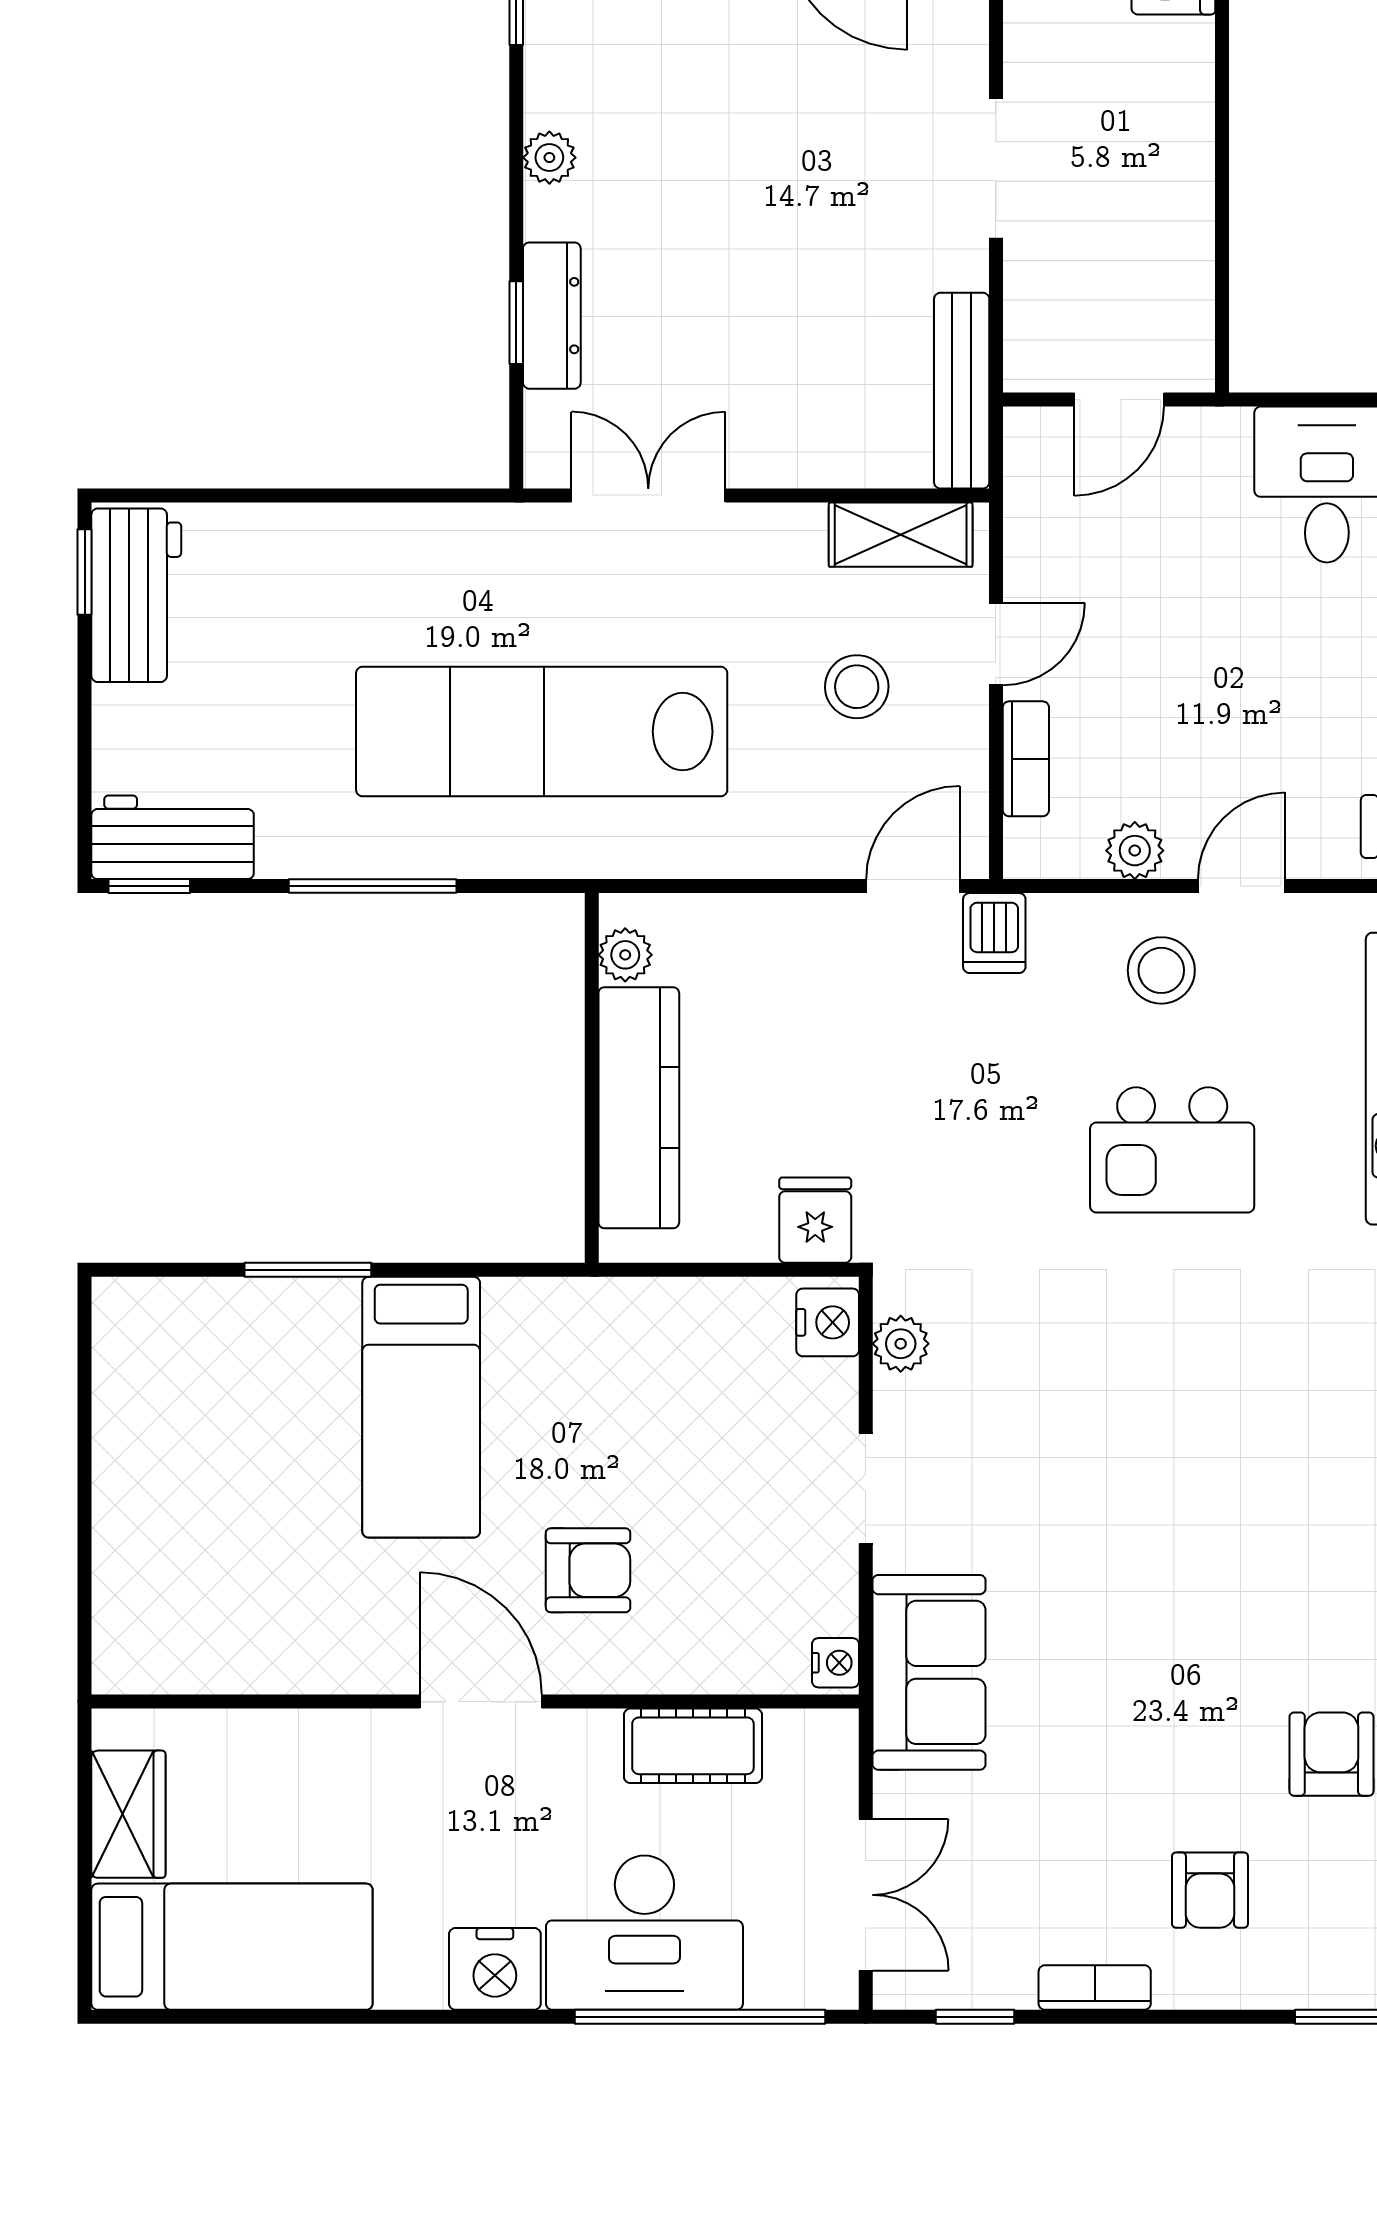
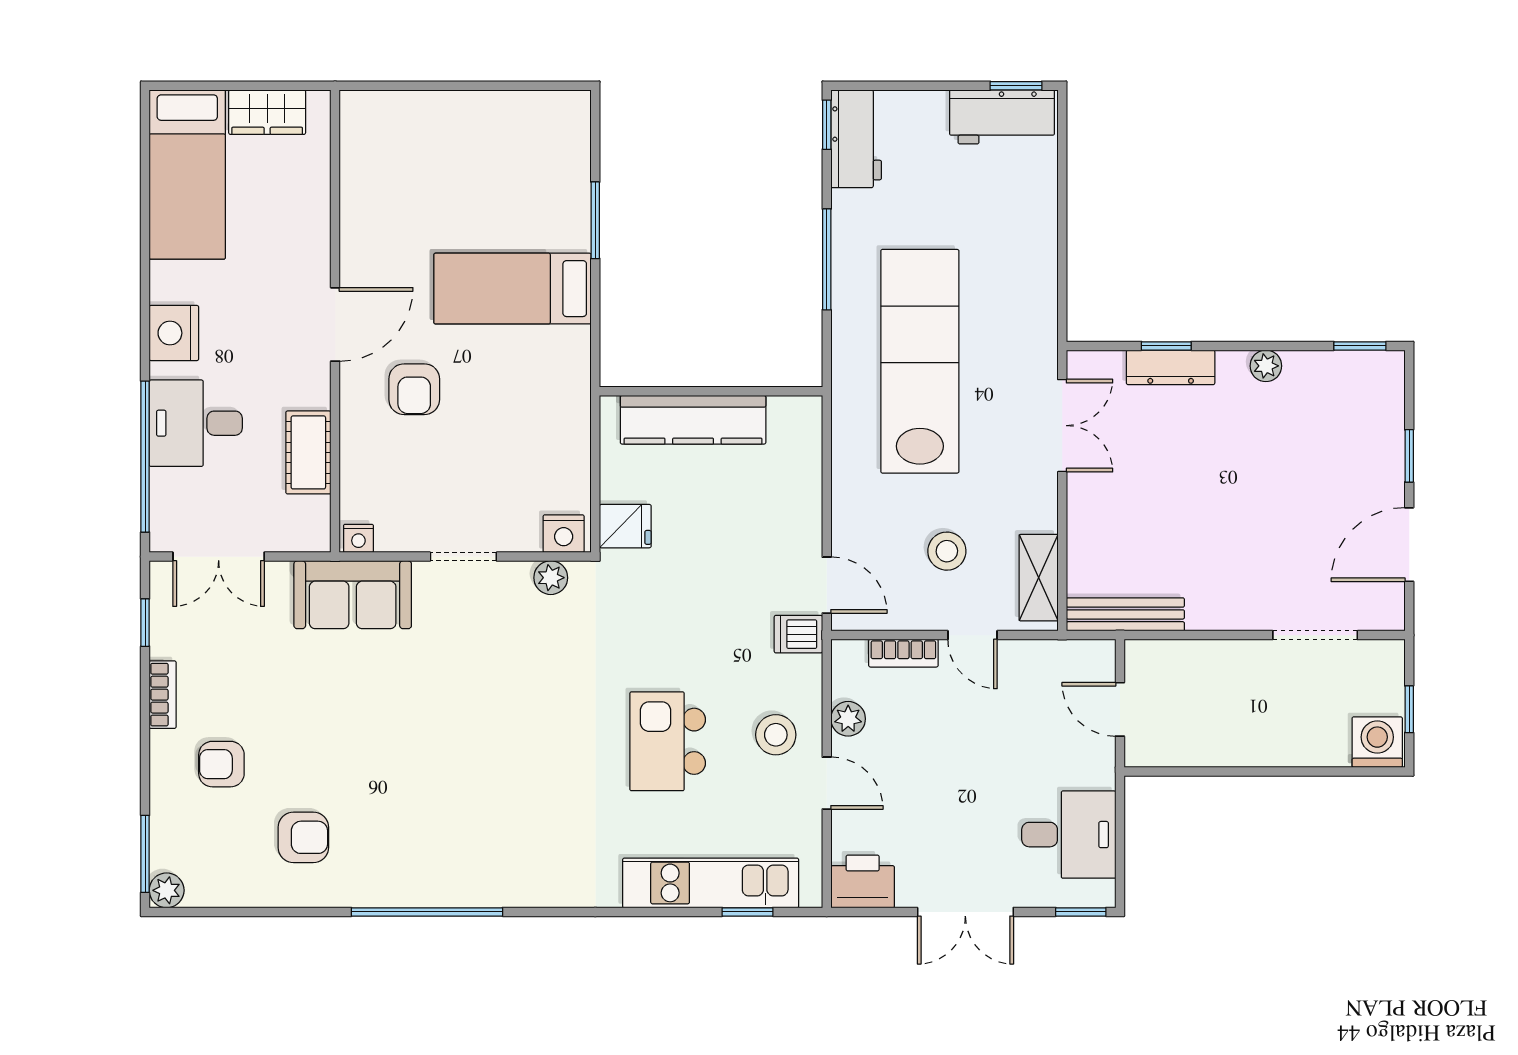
doorway: (996, 168) -> (1315, 635), moved
plant: (625, 955) -> (785, 412), removed
desk: (644, 1933) -> (196, 423), width x0.73

